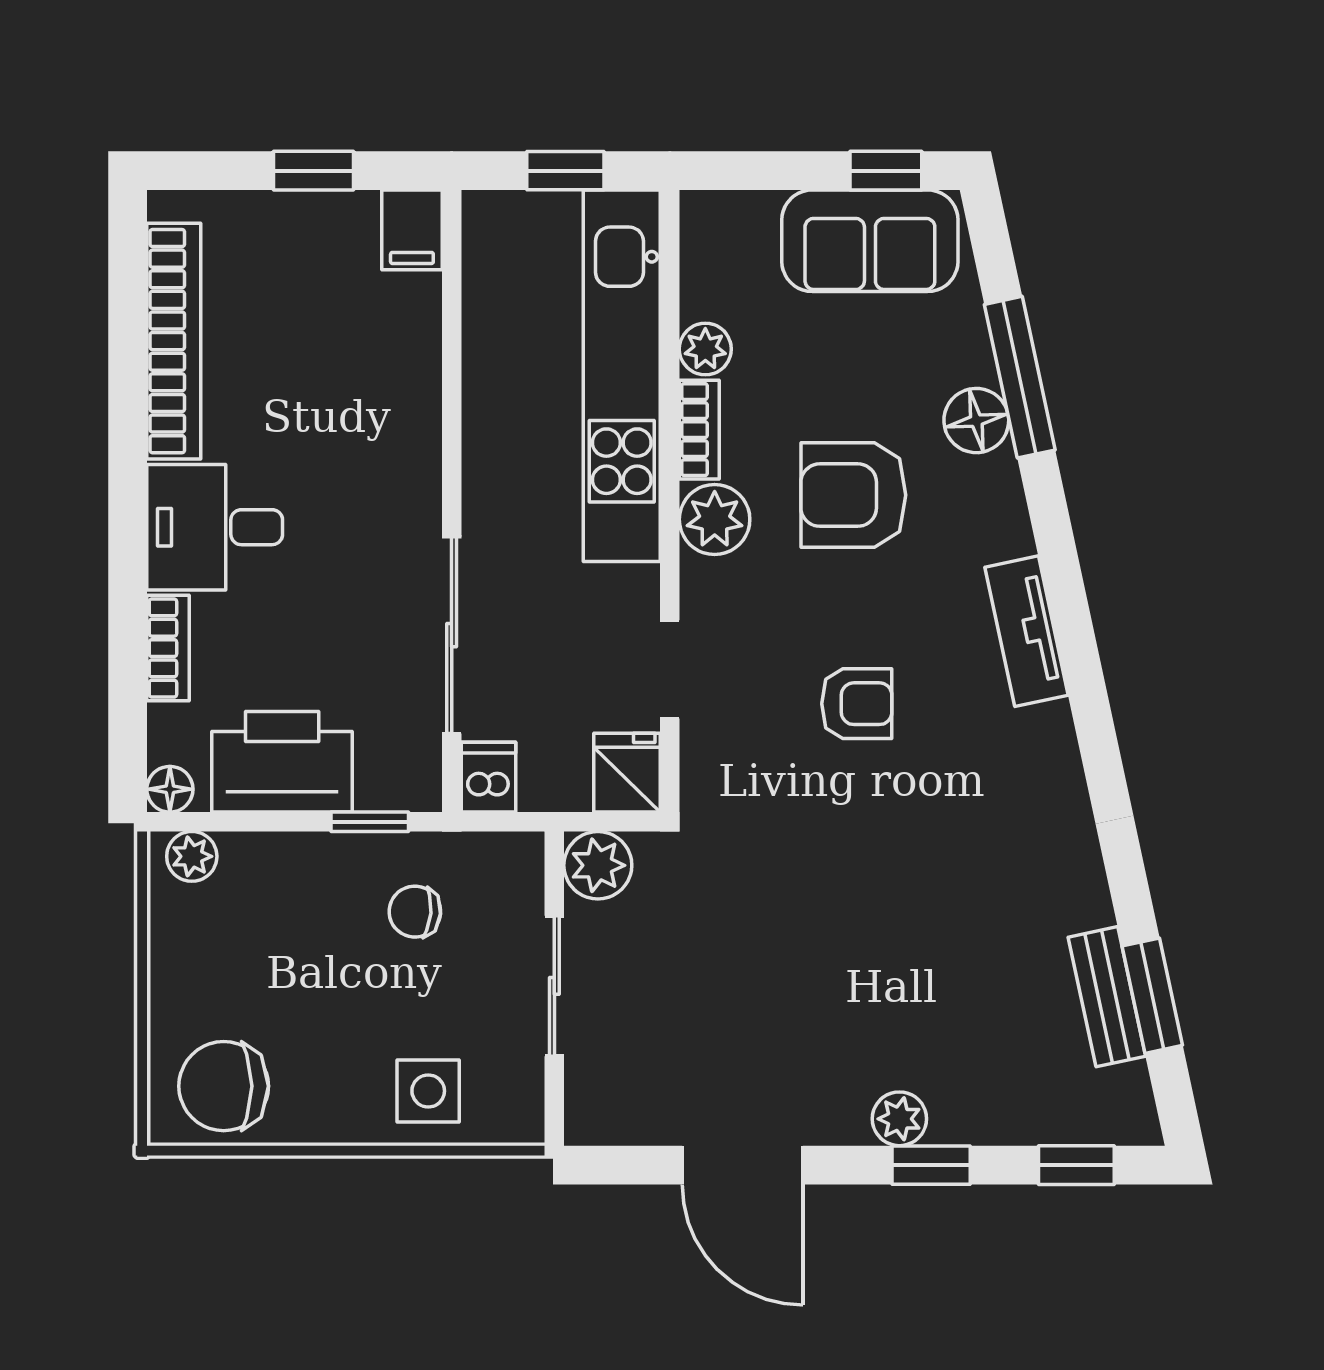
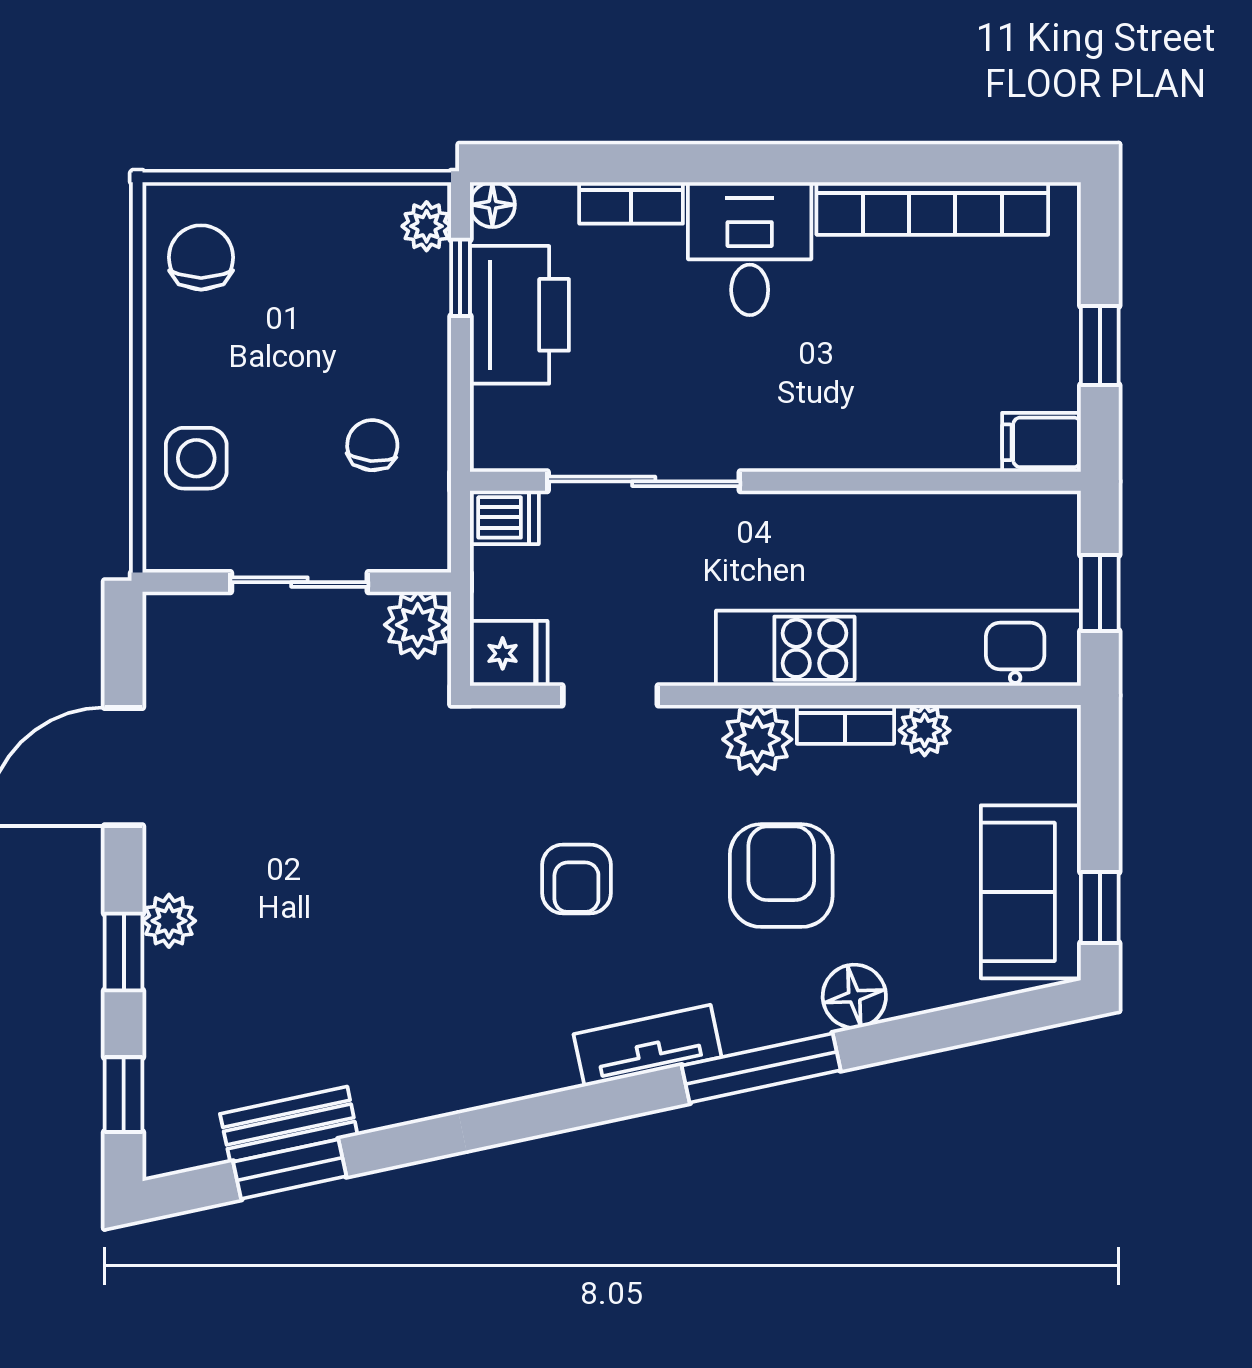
window: (1020, 377) -> (761, 1068), moved
window: (370, 822) -> (460, 278), moved
chair: (224, 1086) -> (201, 257), width x0.73, depth x0.73

